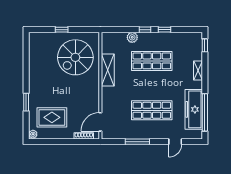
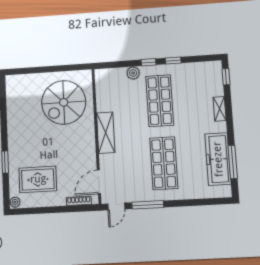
window: (62, 30) -> (45, 69), removed
shop shelf: (152, 61) -> (160, 101), turned 90
shelving: (108, 70) -> (106, 133), moved
shop shelf: (152, 110) -> (164, 163), turned 90
window: (205, 112) -> (233, 162), width x0.68
door: (175, 142) -> (116, 206), moved

